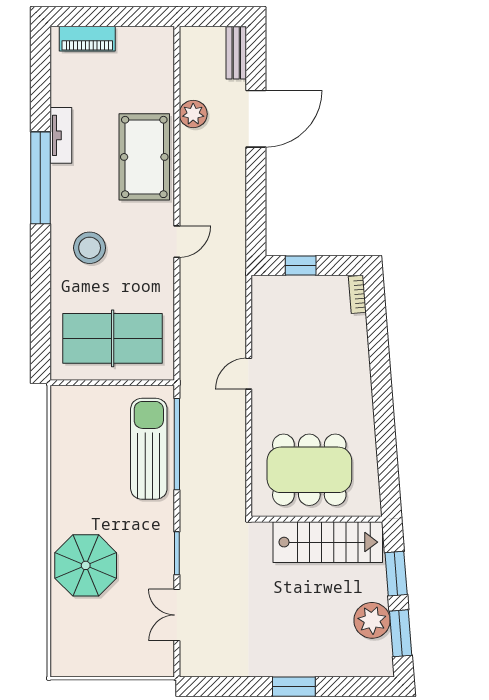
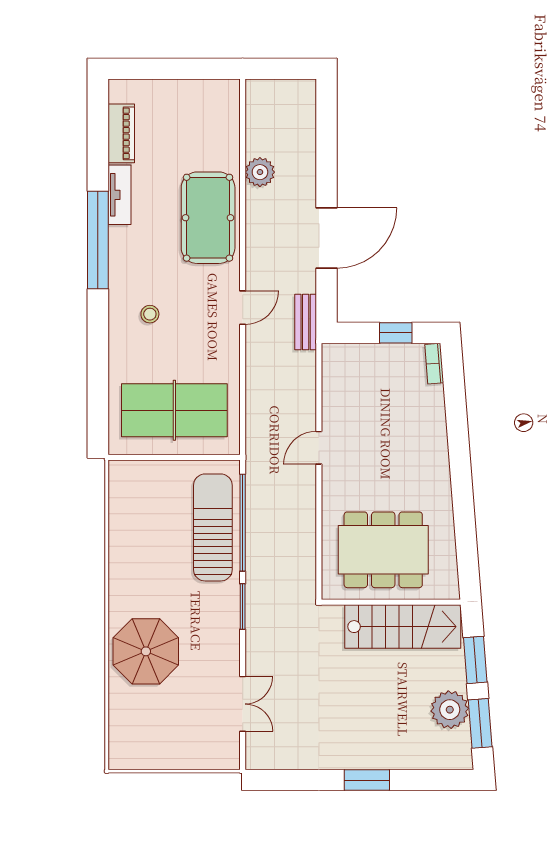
piano: (87, 39) -> (121, 133), moved, turned -90
bench: (236, 53) -> (306, 322), moved
door: (256, 119) -> (326, 238), moved
stool: (90, 248) -> (150, 314), width x0.53, depth x0.53
window: (301, 265) -> (396, 333), moved
window: (177, 553) -> (243, 607), moved
double door: (177, 615) -> (243, 704), swing flipped

